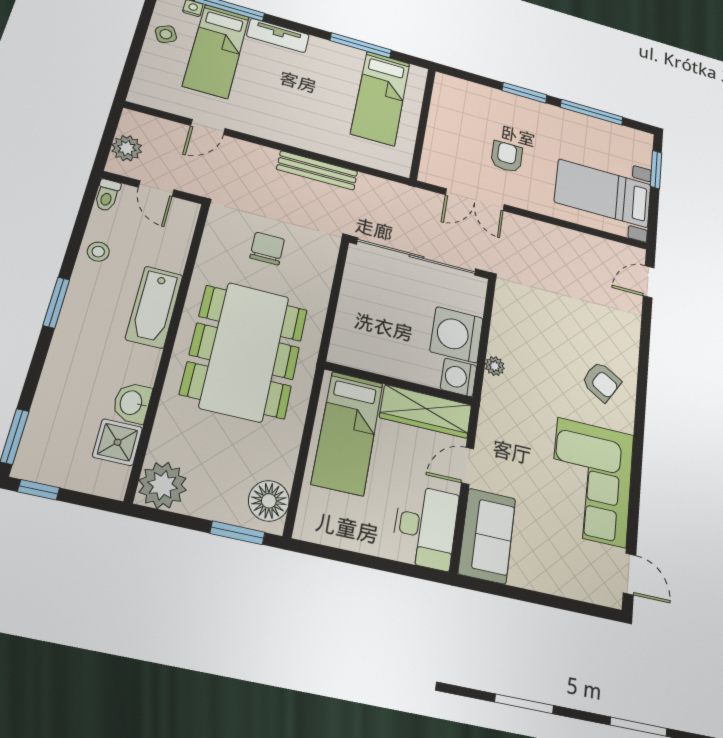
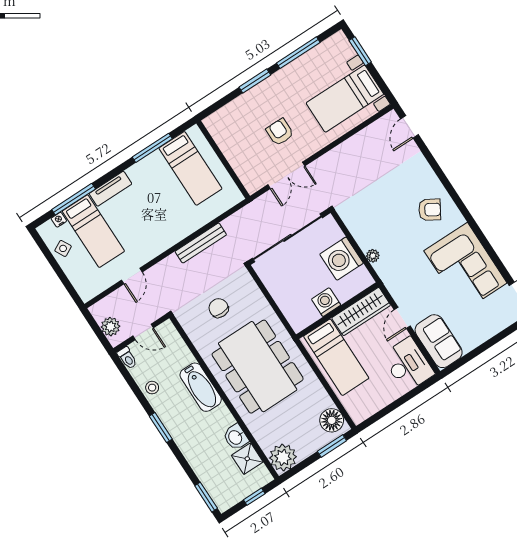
washing machine: (459, 377) -> (326, 302), moved, turned 90
window: (39, 490) -> (254, 497), moved

